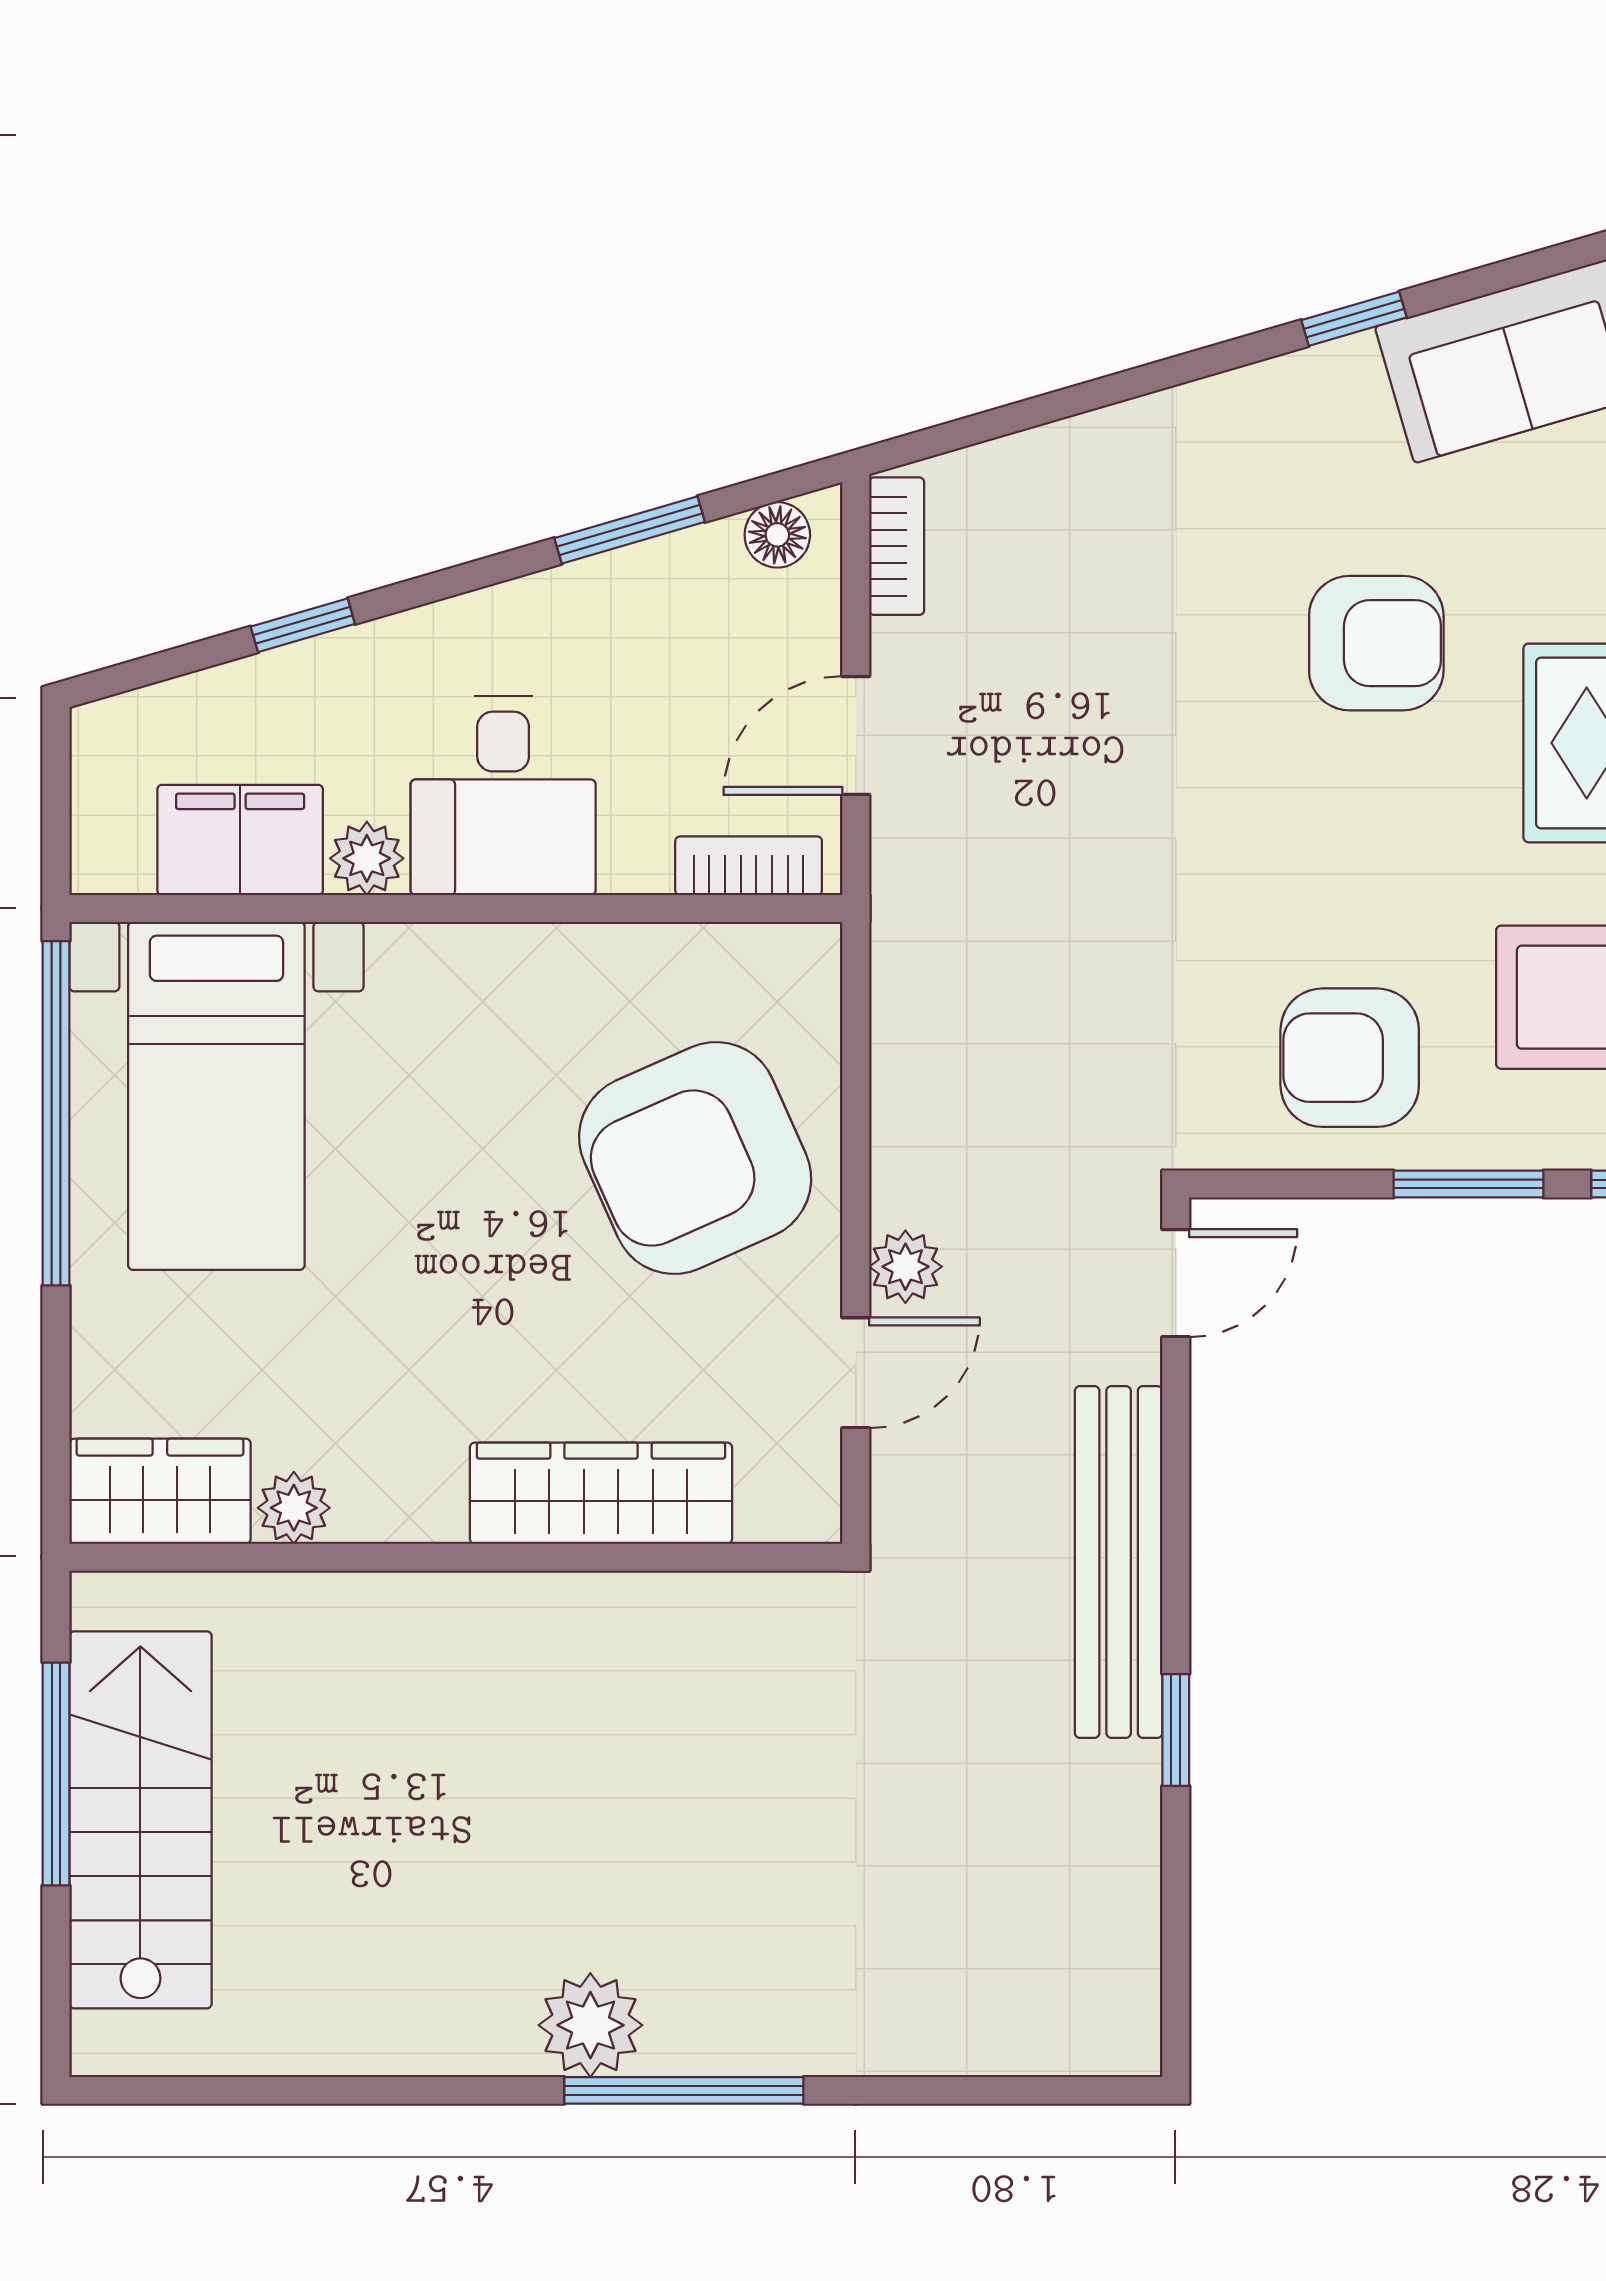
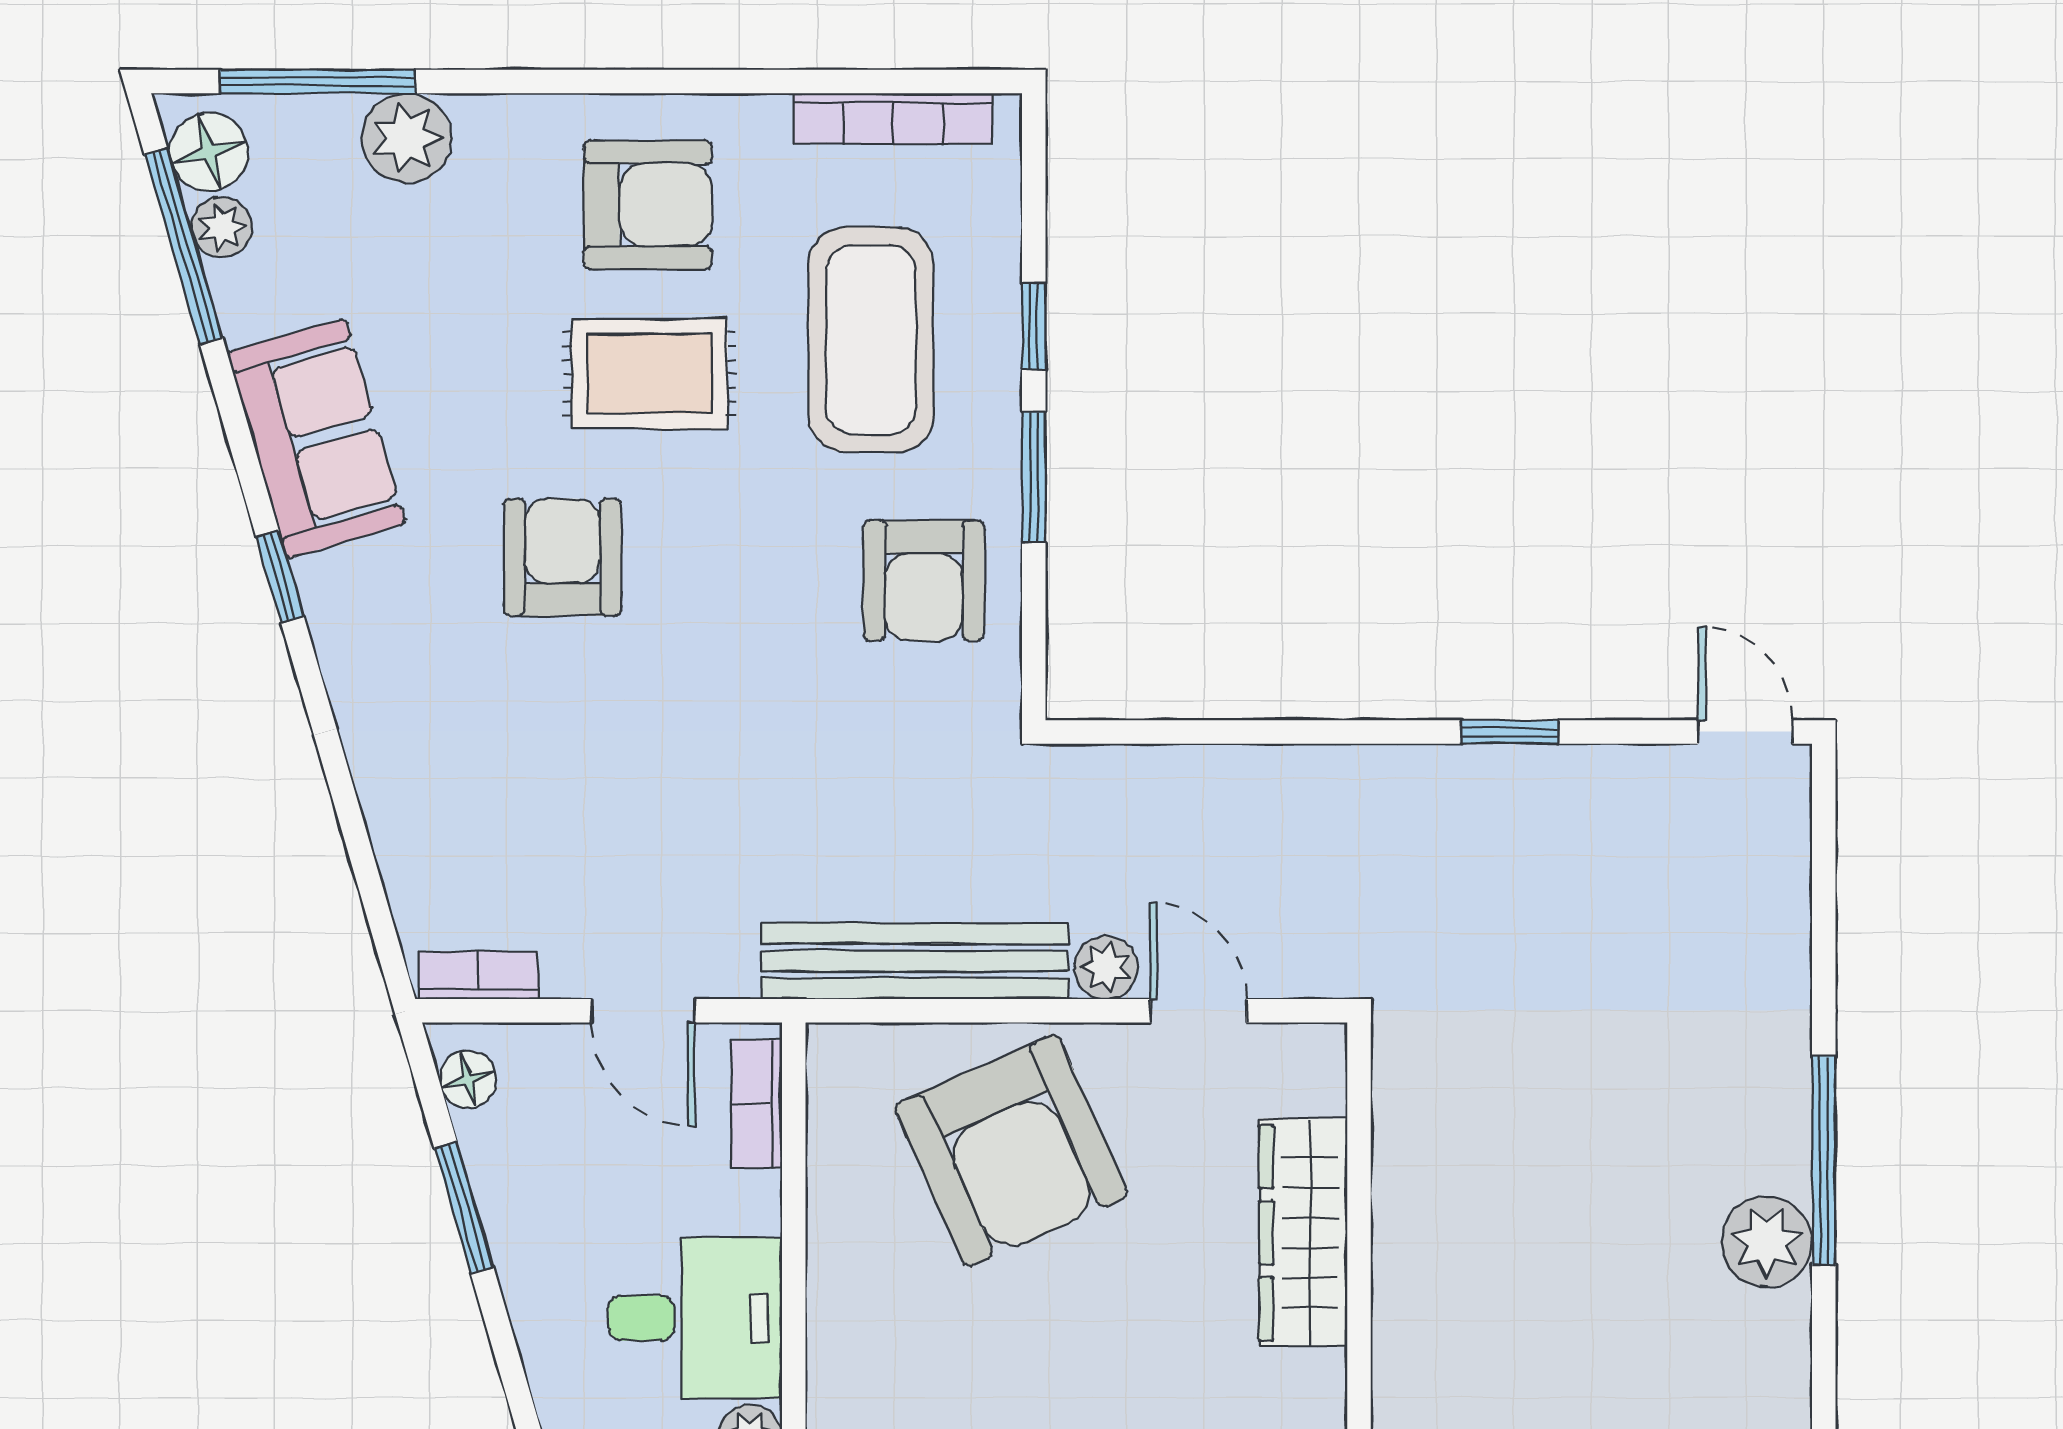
door: (1176, 1283) -> (1745, 732), moved
bench: (1119, 1562) -> (915, 961), moved

